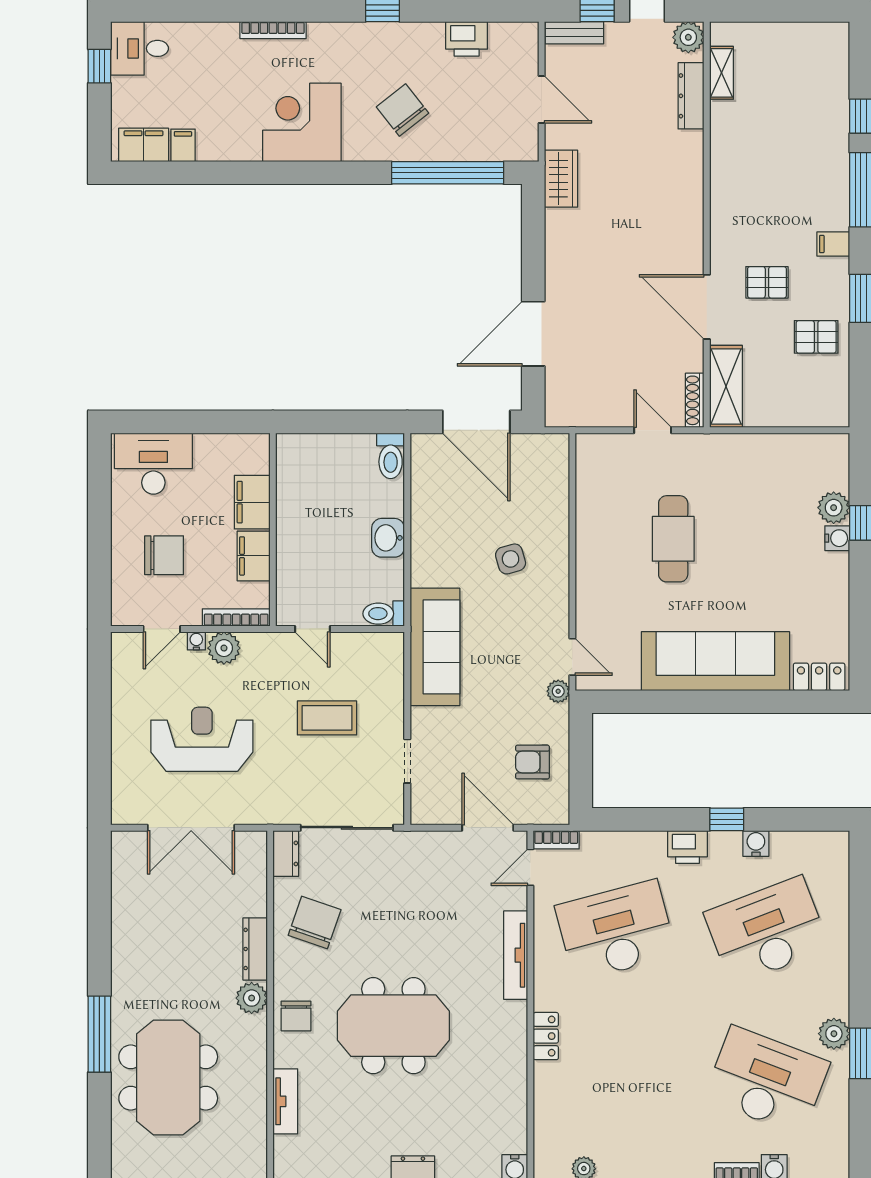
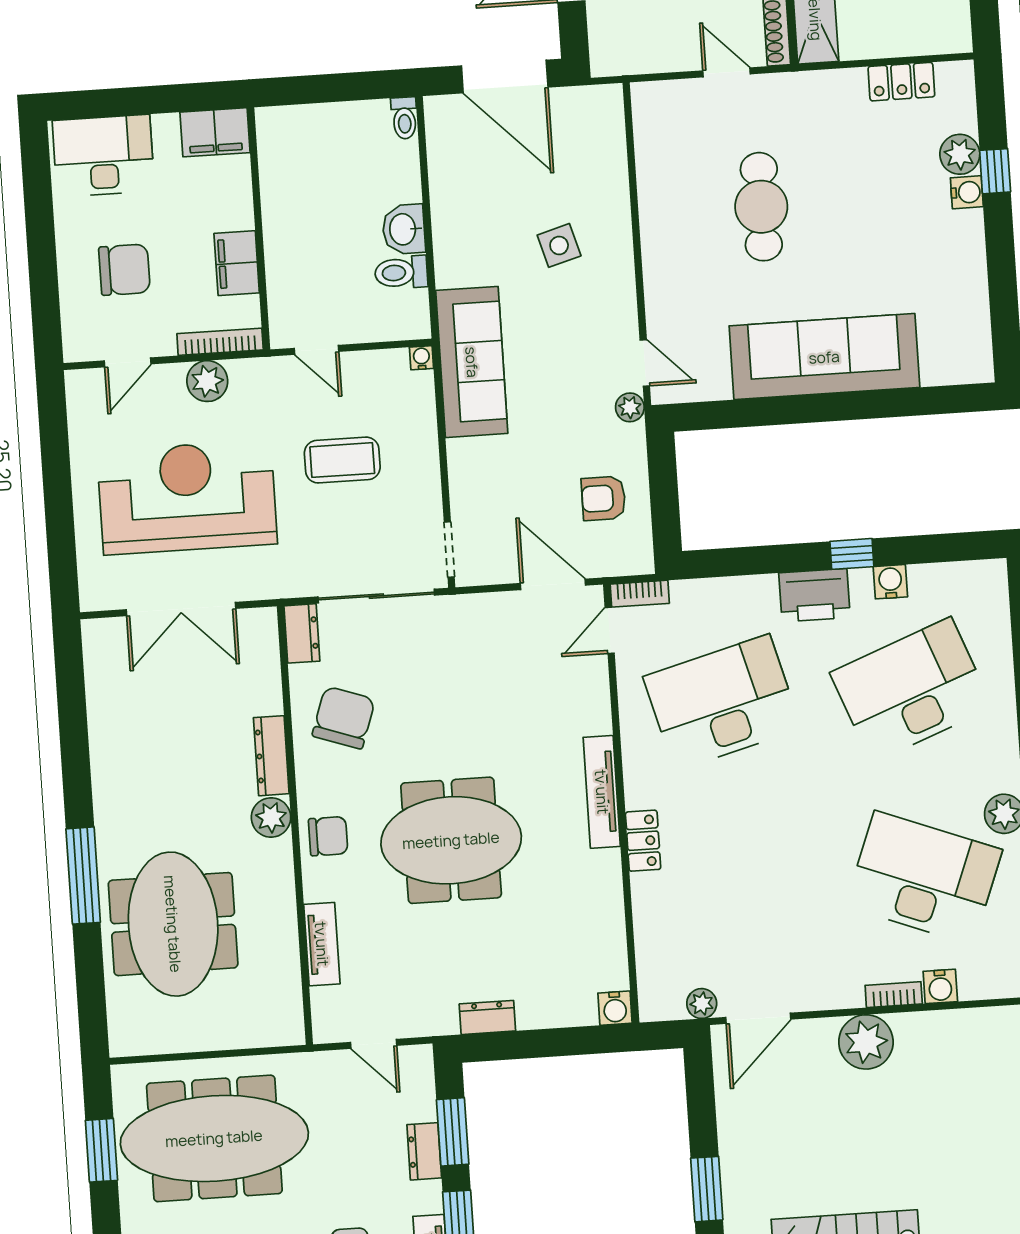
toilet: (391, 456) -> (404, 118), width x0.73, depth x0.72
filing cabinet: (252, 502) -> (215, 132), moved, turned -90
toilet: (384, 614) -> (401, 272), moved
water cooler: (196, 641) -> (422, 358), moved
locker: (819, 677) -> (901, 82), moved, turned 180
reception desk: (202, 739) -> (187, 497), width x1.36, depth x1.30
doorway: (407, 761) -> (449, 550), moved
printer: (688, 847) -> (814, 595), width x1.37, depth x1.19
tv unit: (516, 955) -> (602, 792), moved
chair: (296, 1016) -> (328, 836), turned -90

